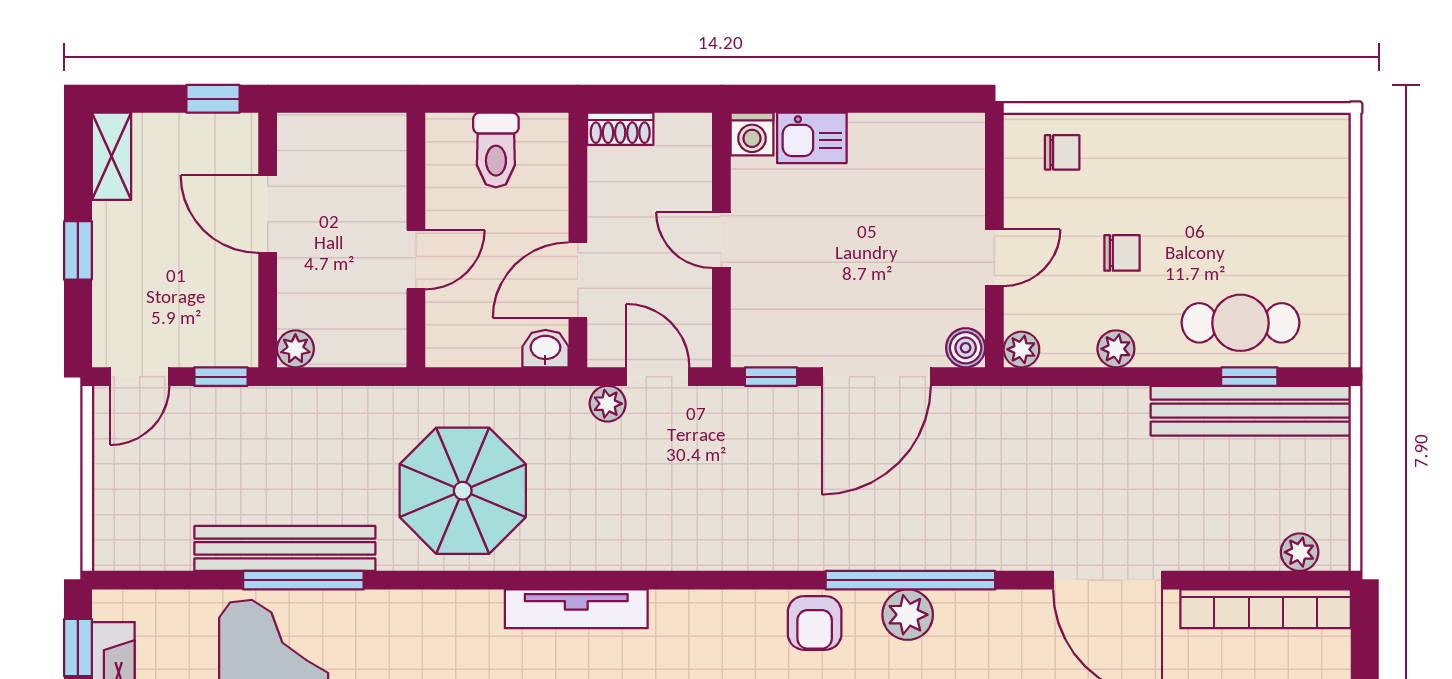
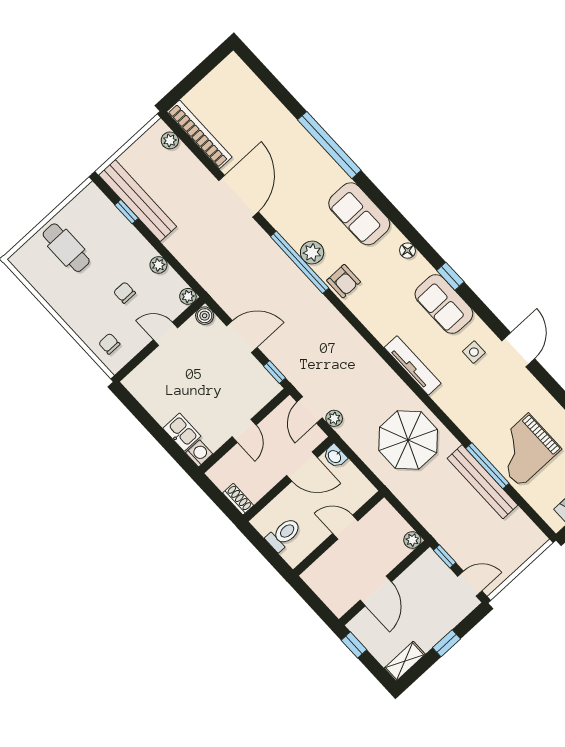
cafe table: (1240, 323) -> (66, 248), moved
door: (876, 377) -> (242, 337), width x0.73
armchair: (815, 623) -> (344, 281), turned 90

